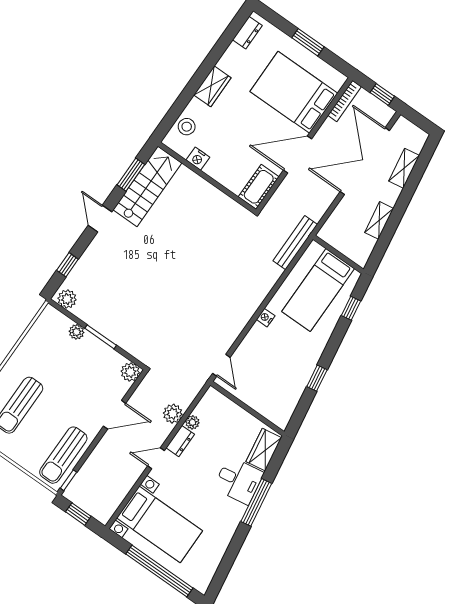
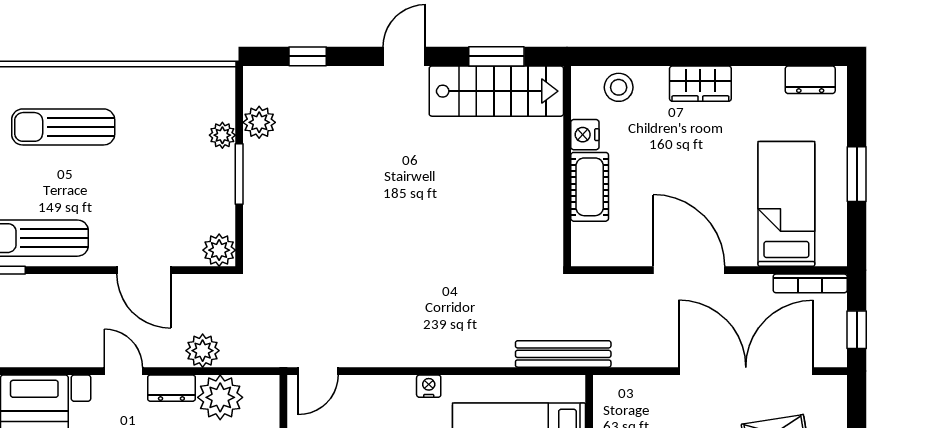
bed: (294, 92) -> (786, 204), width x0.67
cot: (259, 187) -> (590, 187), moved, turned 90
plant: (67, 299) -> (259, 122), moved
plant: (192, 422) -> (220, 397), width x1.88, depth x1.88

